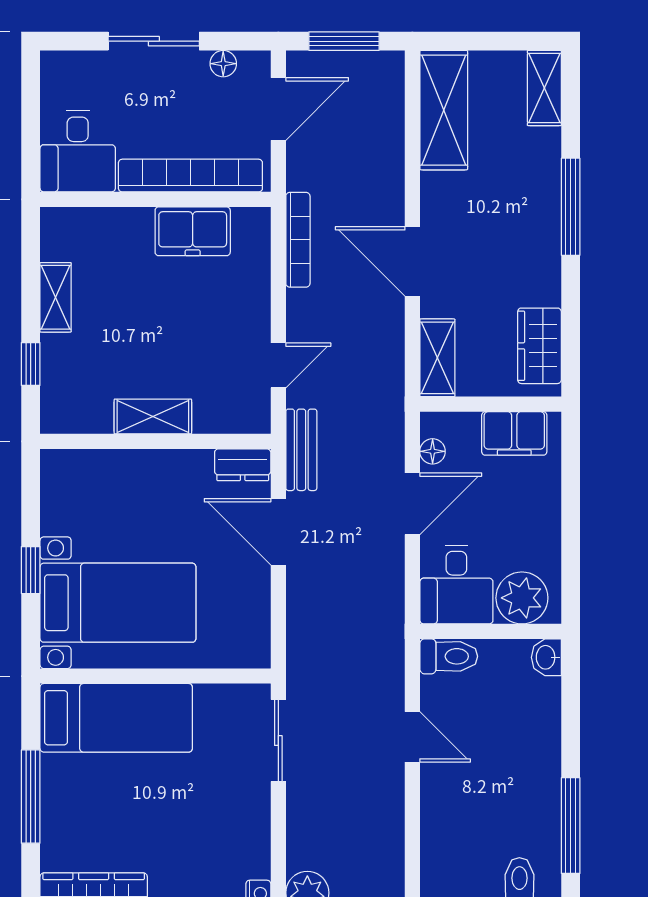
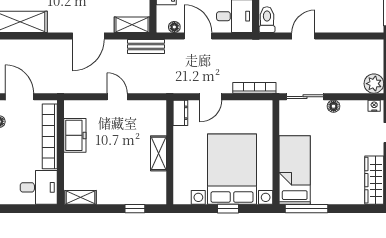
bookcase: (298, 240) -> (254, 88), moved
shelving: (56, 297) -> (81, 197), moved
door: (278, 365) -> (117, 97), moved
bench: (301, 450) -> (146, 46), moved
door: (278, 532) -> (211, 97), width x0.73
bed with nightstands: (118, 603) -> (232, 169), width x1.36
window: (31, 797) -> (307, 209), moved
floor lamp: (257, 804) -> (334, 106), added

